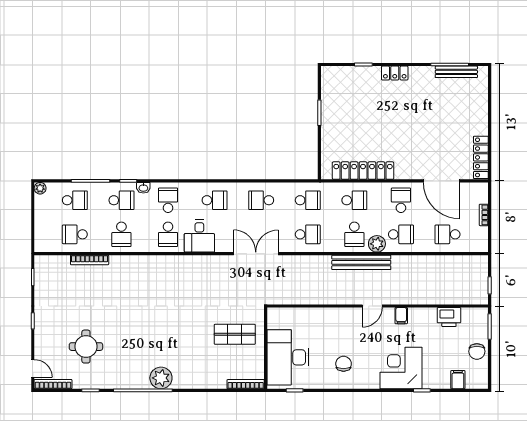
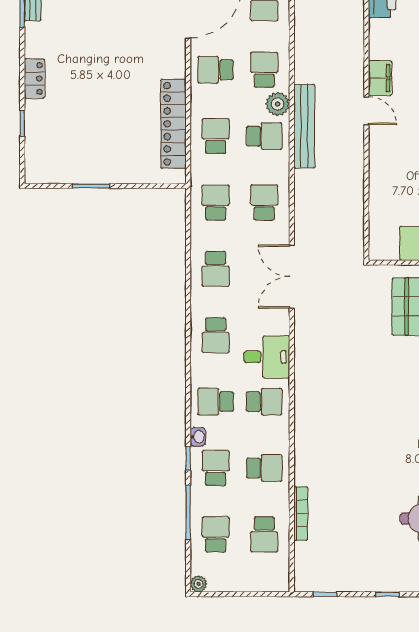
school desk: (215, 200) -> (216, 335), turned 180
filing cabinet: (401, 316) -> (380, 78), width x2.00

